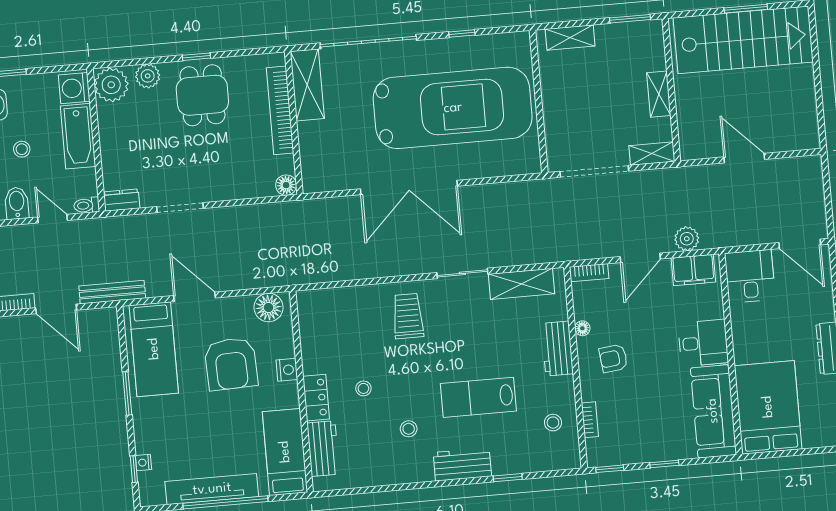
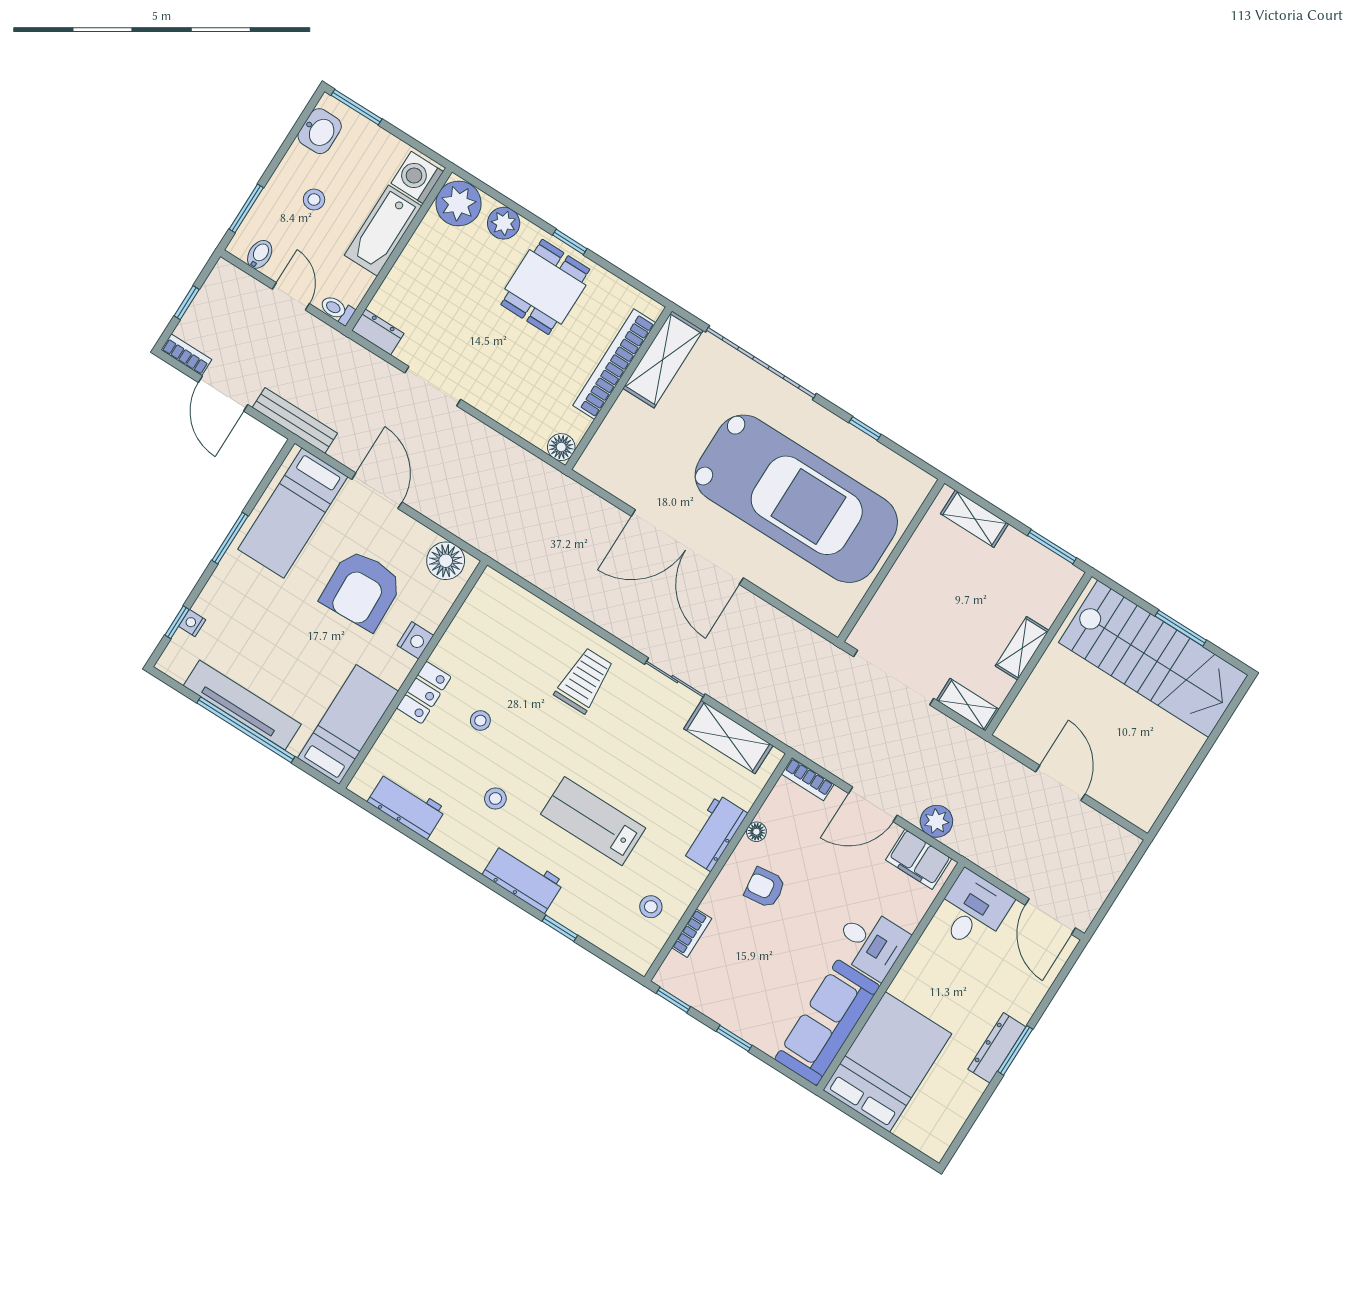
bidet: (17, 203) -> (260, 254), width x0.72, depth x0.74
workbench: (323, 449) -> (407, 805), moved, turned -90

